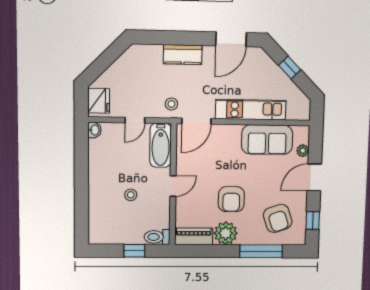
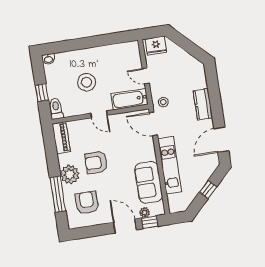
door: (231, 39) -> (221, 140), hinge flipped
washbasin: (94, 130) -> (48, 59), moved
stool: (131, 195) -> (86, 82), width x1.89, depth x1.89
armchair: (278, 218) -> (87, 203), turned 109
window: (313, 221) -> (150, 222), moved
plant: (226, 233) -> (70, 174), moved

